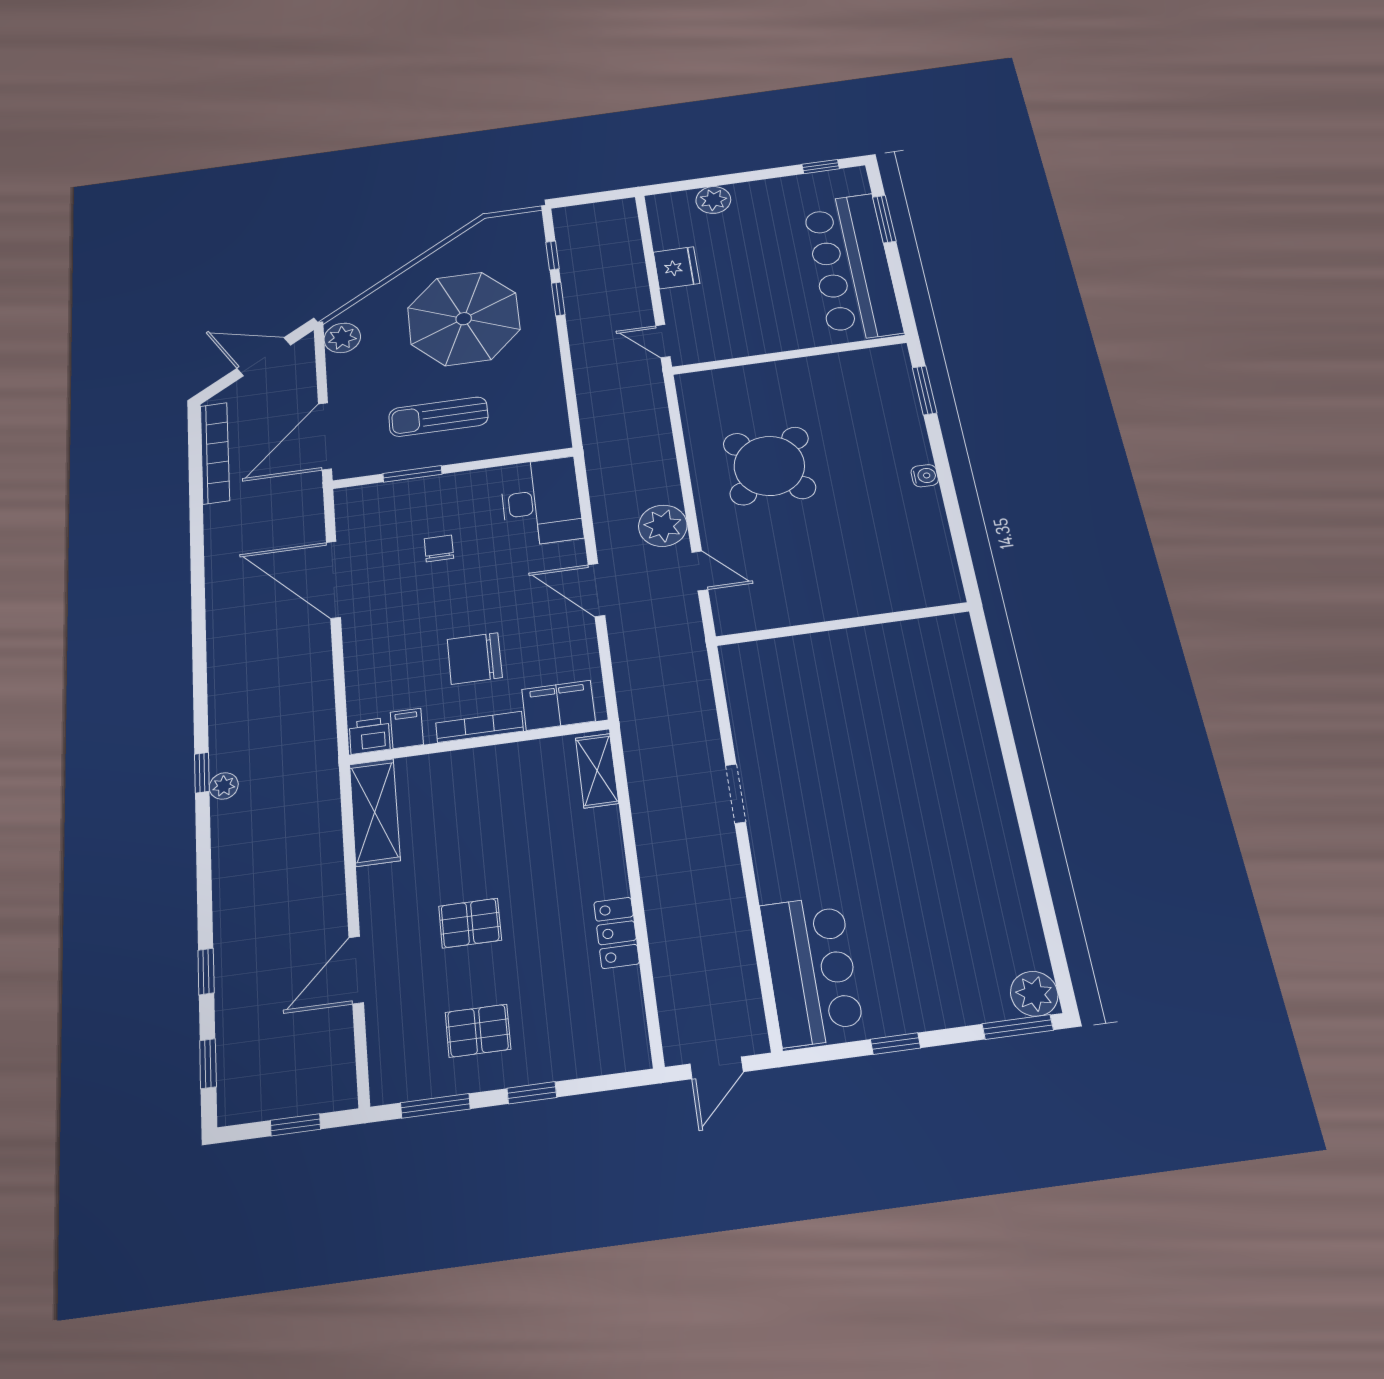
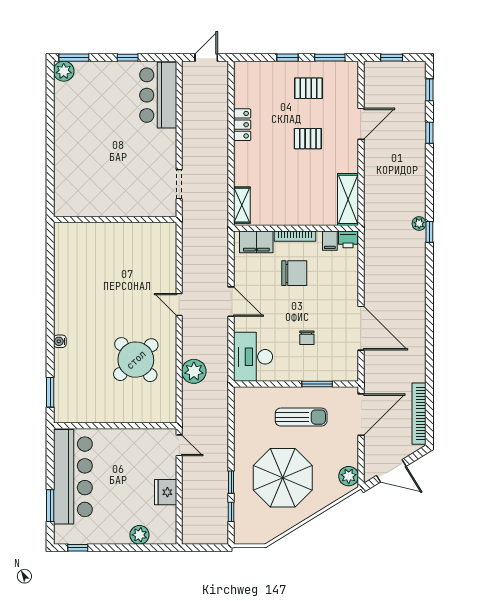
plant: (663, 526) -> (194, 371), moved
wall: (842, 624) -> (115, 220), moved

